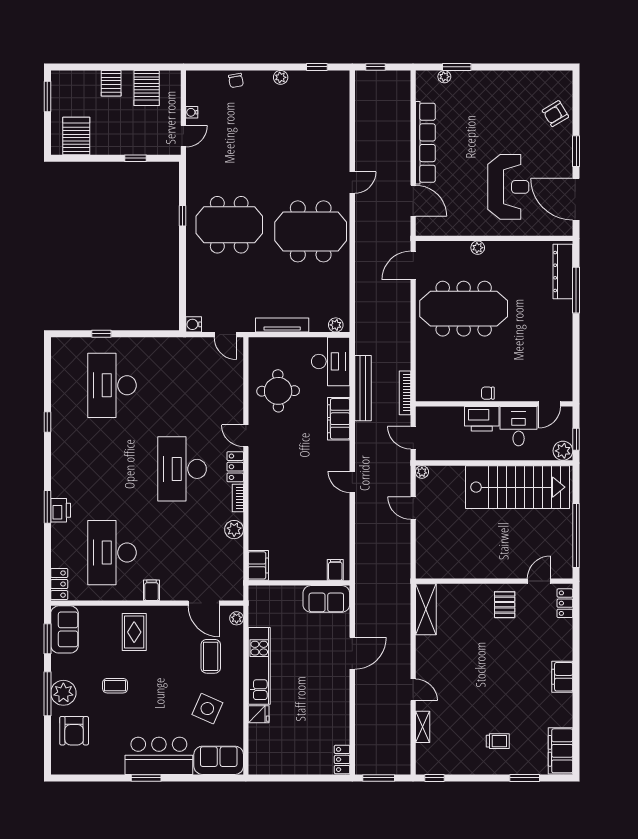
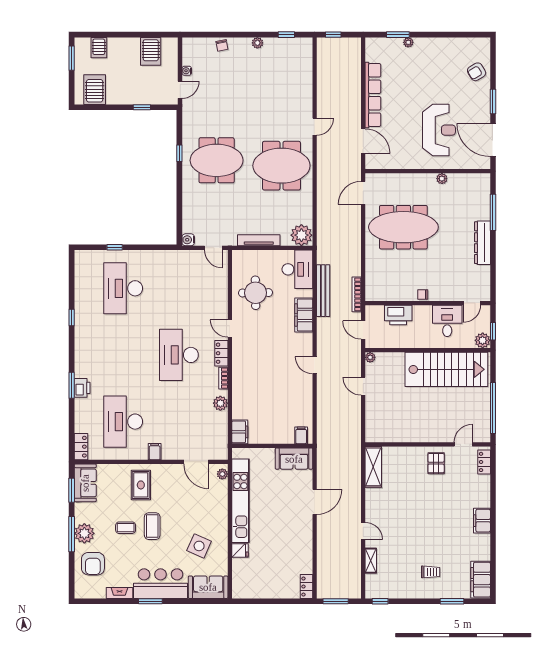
plant: (444, 77) -> (408, 42), moved
server rack: (111, 83) -> (99, 48), moved
plant: (478, 248) -> (442, 179), moved
dresser: (563, 272) -> (482, 243), moved
plant: (336, 325) -> (301, 235), width x1.88, depth x1.88
printer: (482, 419) -> (398, 315), moved
coffee table: (211, 656) -> (152, 526), moved
kitchen unit: (259, 666) -> (240, 501), width x1.36
fireplace: (107, 768) -> (119, 593), added

